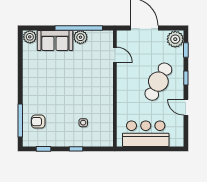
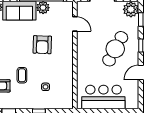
armchair: (80, 77) -> (42, 45), added
door: (186, 107) -> (141, 72), hinge flipped
coffee table: (58, 110) -> (22, 75), added

